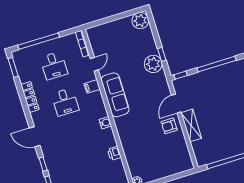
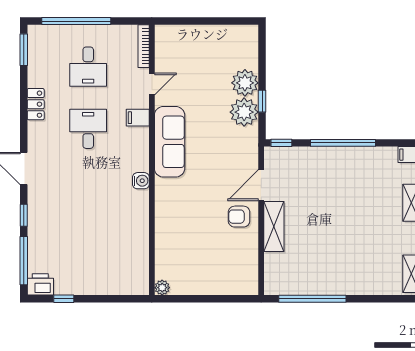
plant: (140, 21) -> (245, 83), moved
locker: (30, 97) -> (36, 104), width x0.66
desk: (65, 102) -> (88, 129), turned 180
printer: (114, 153) -> (140, 233), removed

